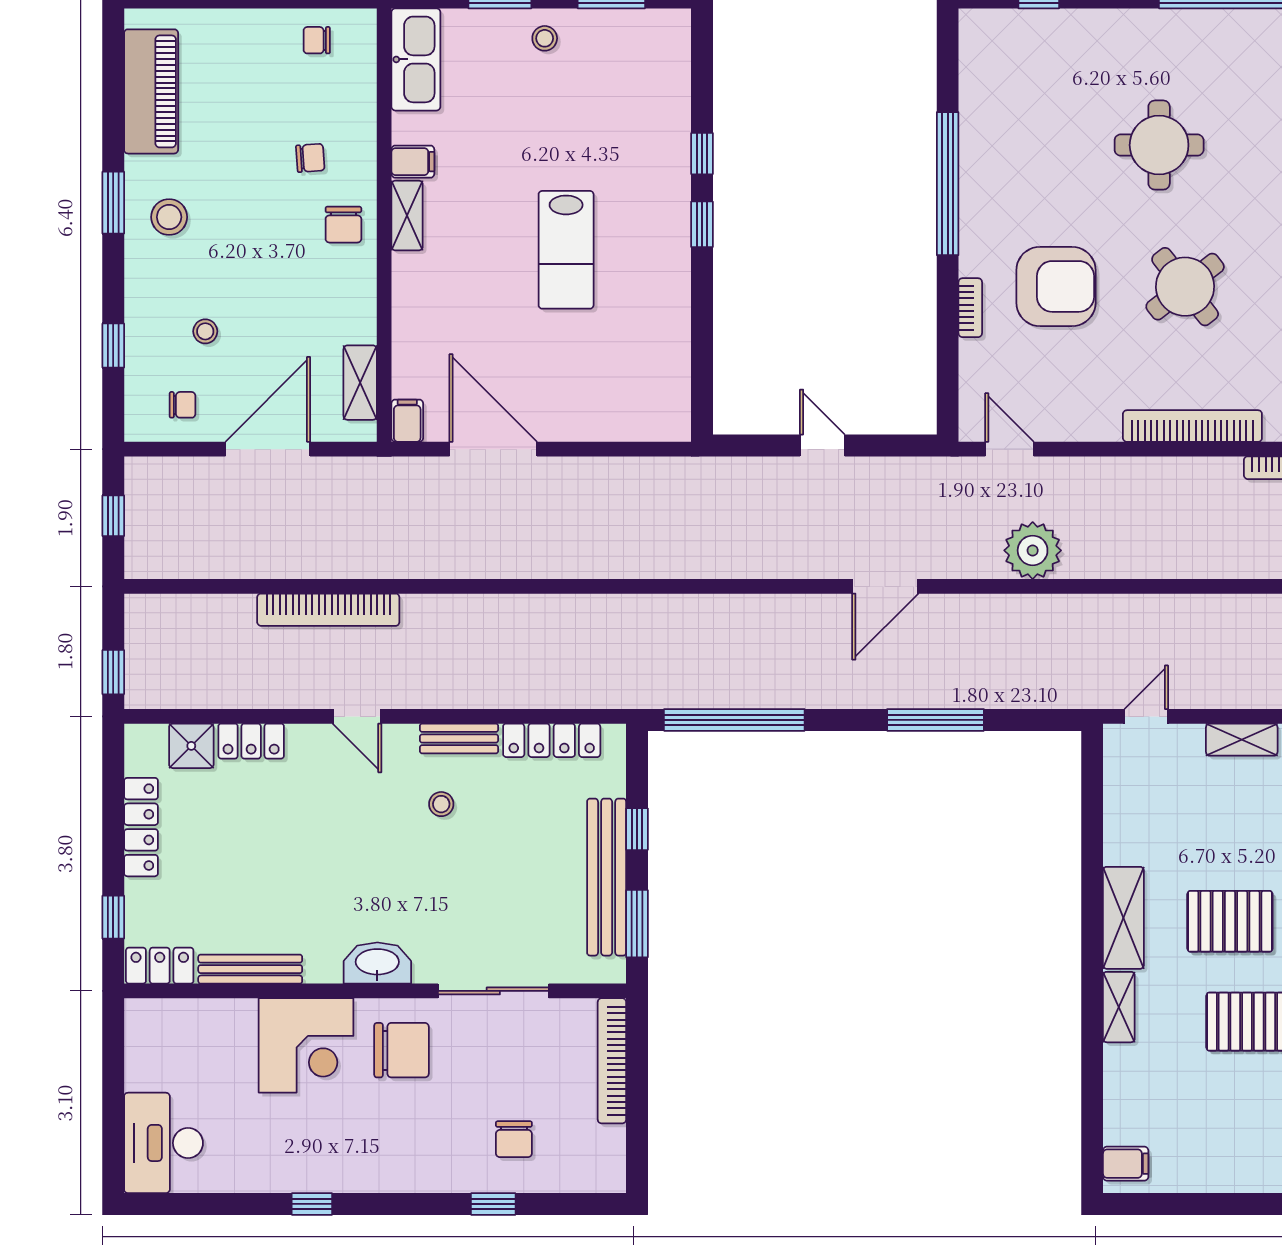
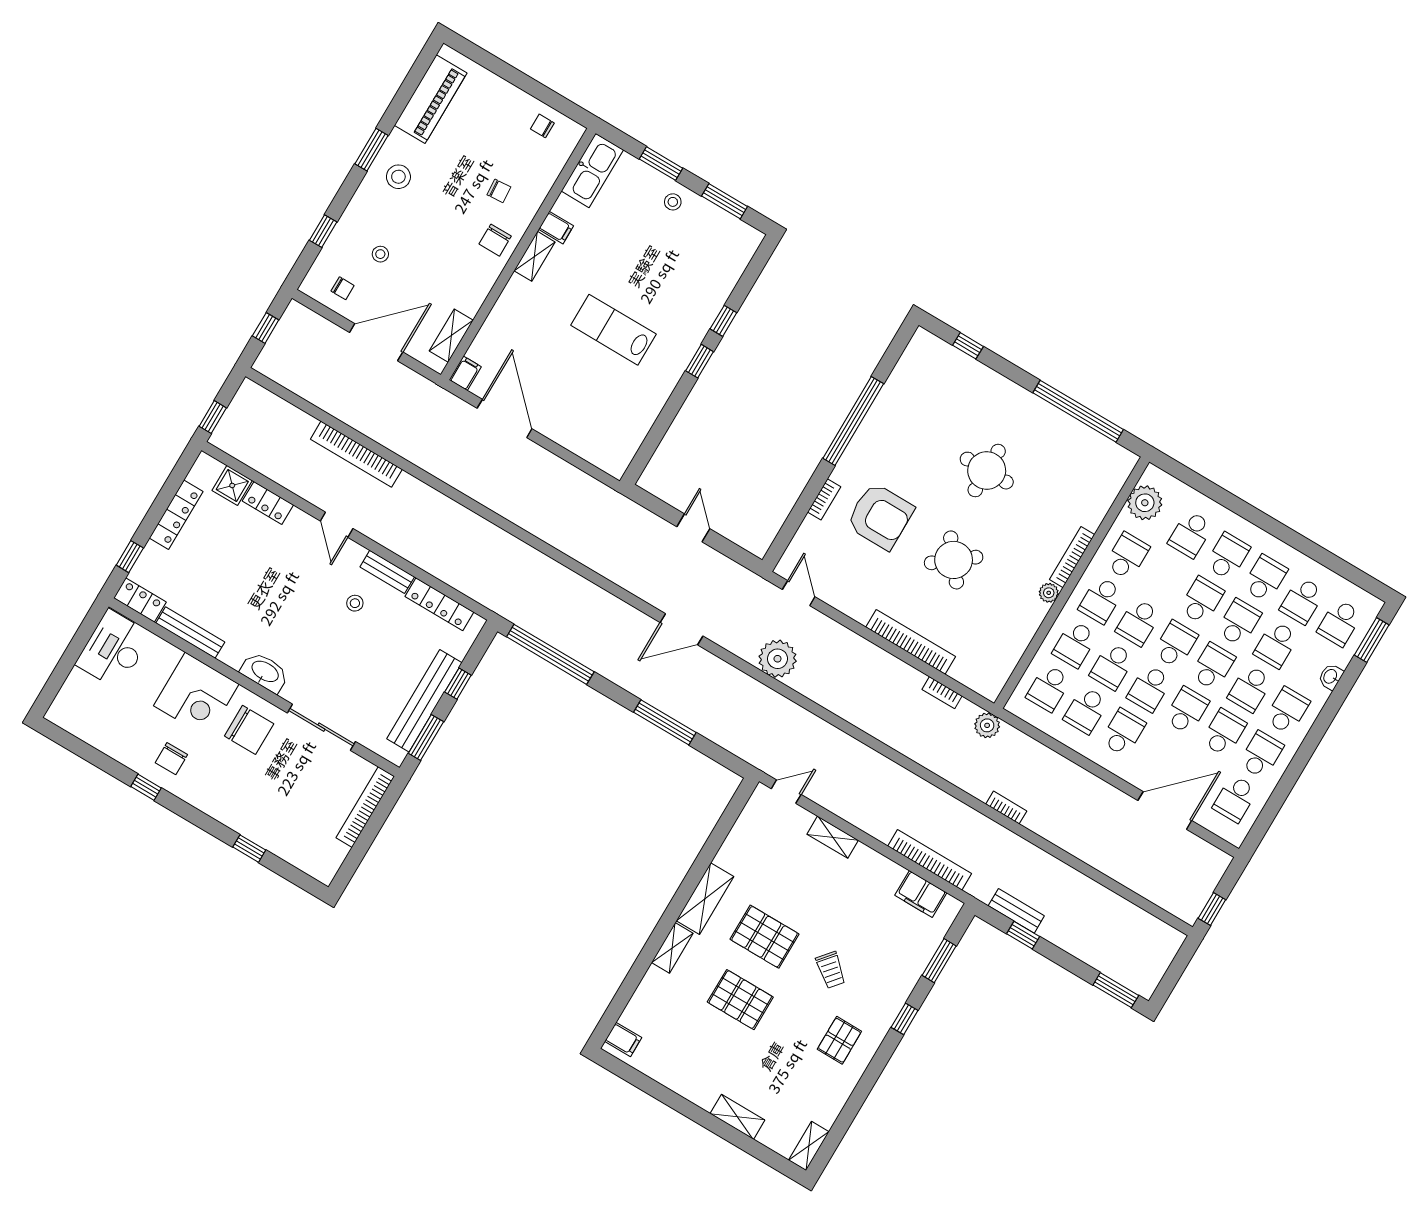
lab bench: (566, 250) -> (613, 330), turned 90
chair: (514, 1139) -> (171, 759), moved
desk: (164, 1143) -> (114, 649), moved

